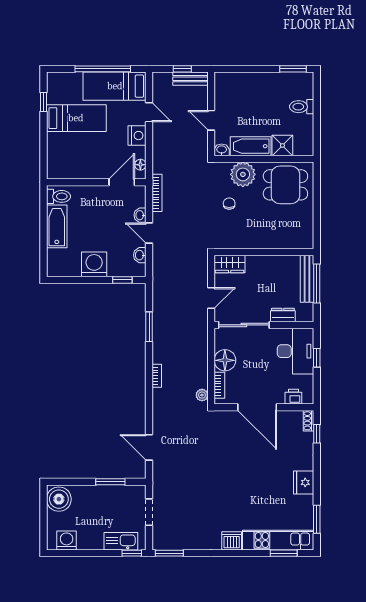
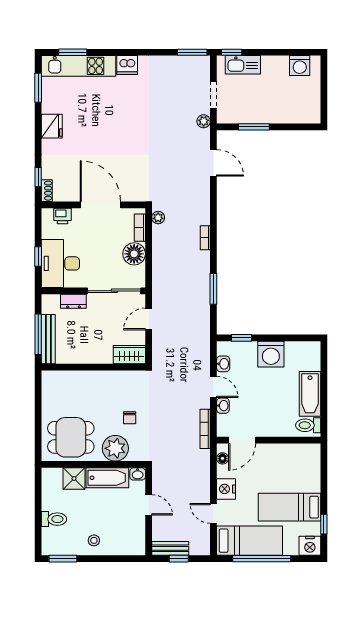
nightstand: (57, 81) -> (310, 546), added
stool: (263, 86) -> (94, 540), added
plant: (158, 487) -> (204, 121), added
boiler: (59, 499) -> (308, 109), removed

